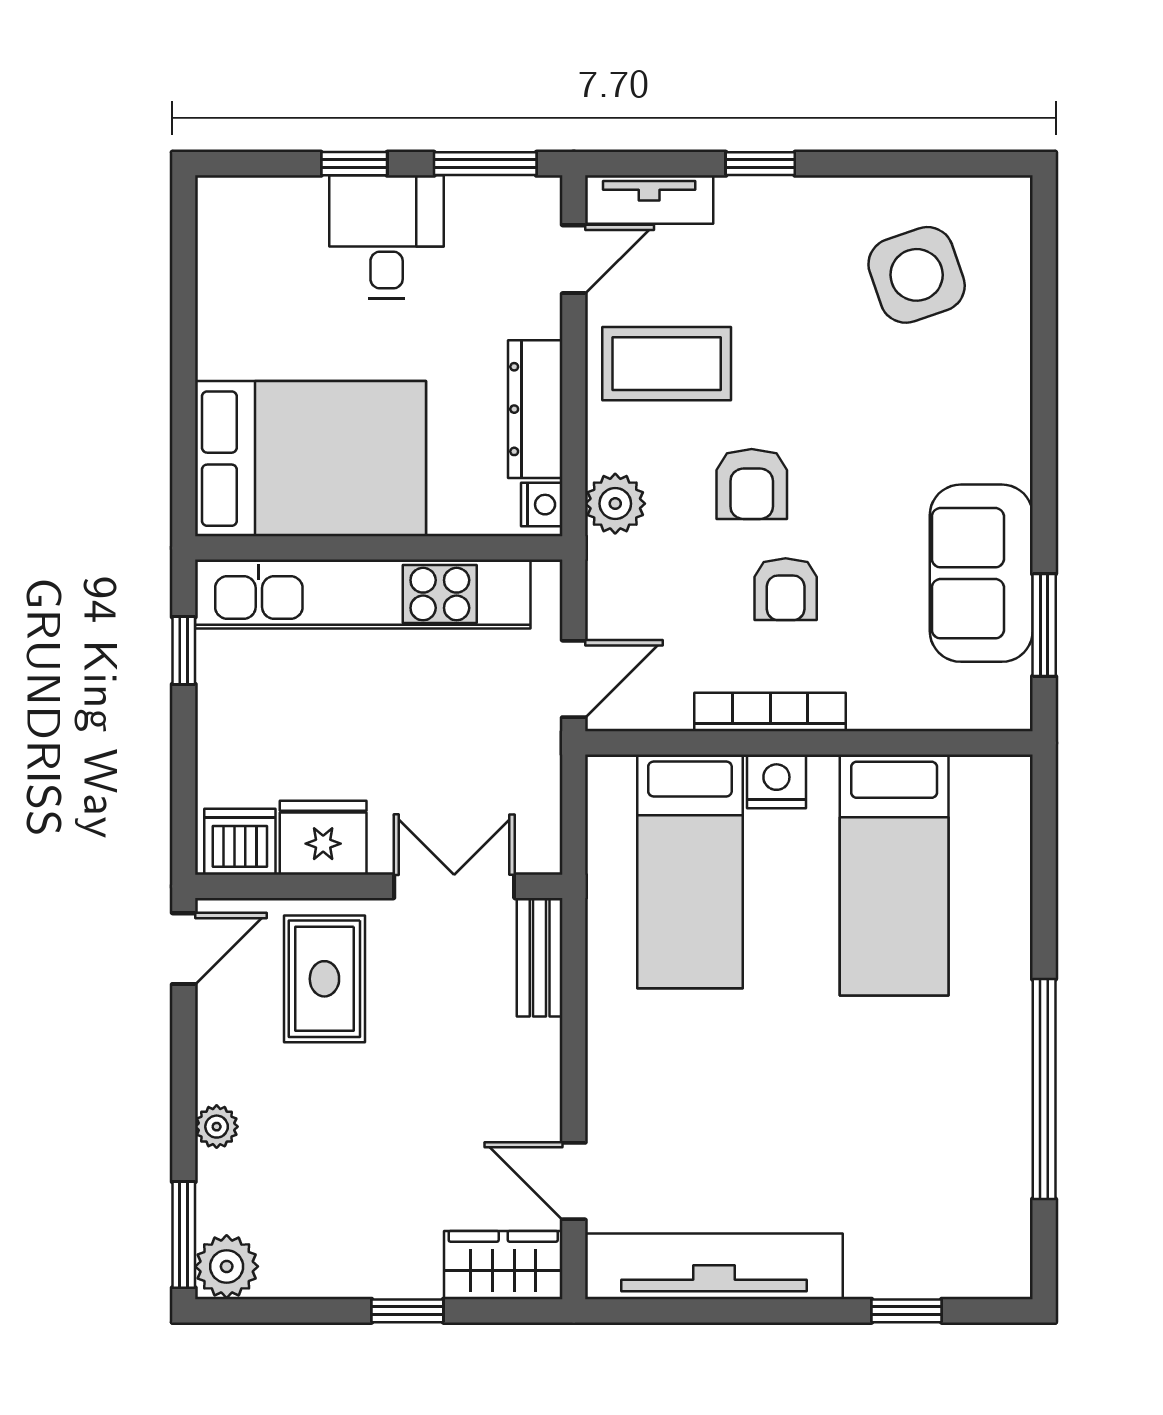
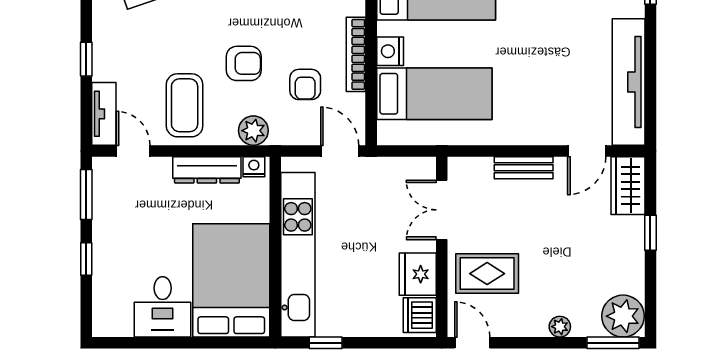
desk: (387, 237) -> (163, 307), moved, turned -90
armchair: (786, 589) -> (305, 84), moved, turned 90
bench: (540, 957) -> (524, 168), moved
plant: (227, 1266) -> (623, 316), width x1.36, depth x1.36

